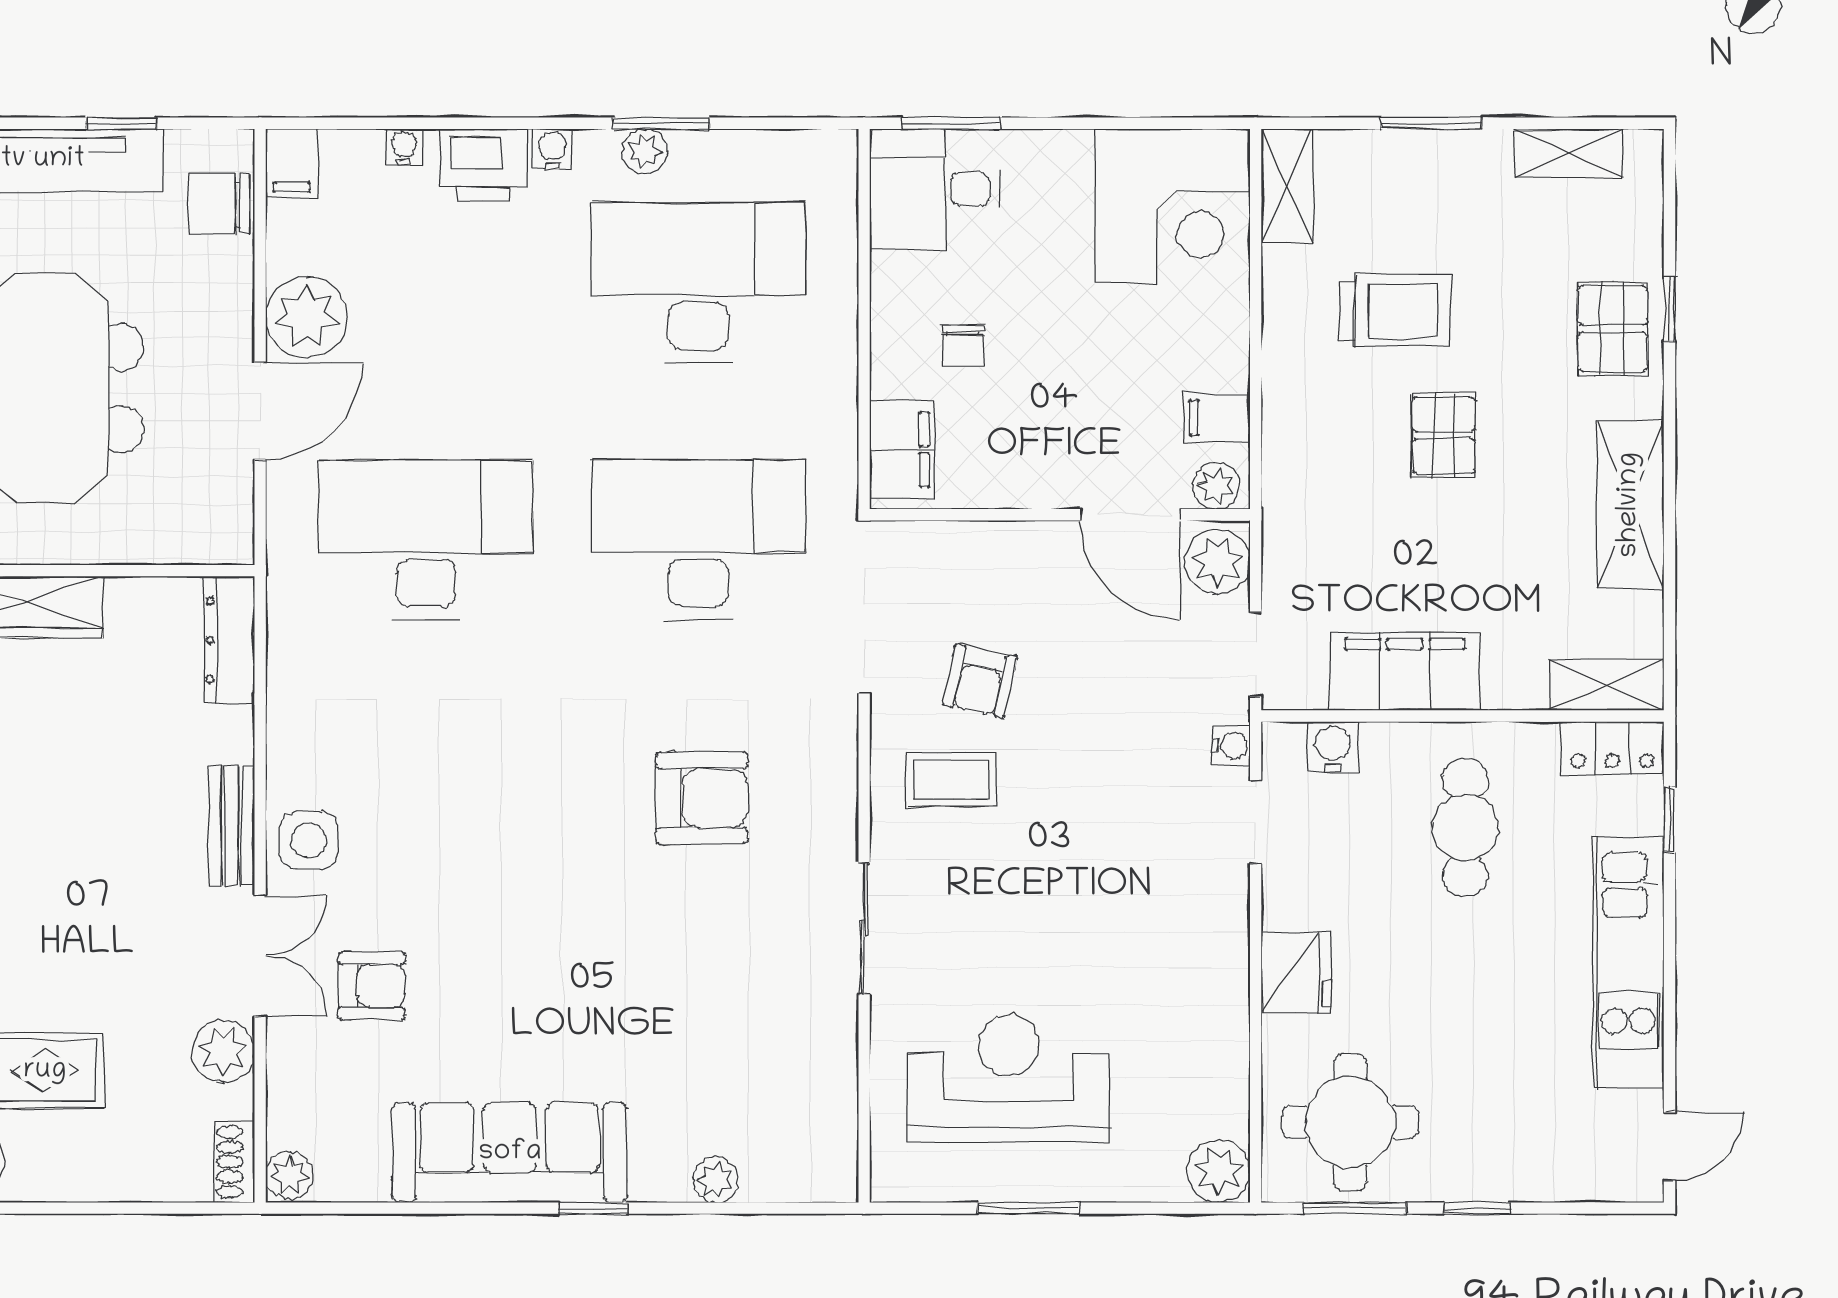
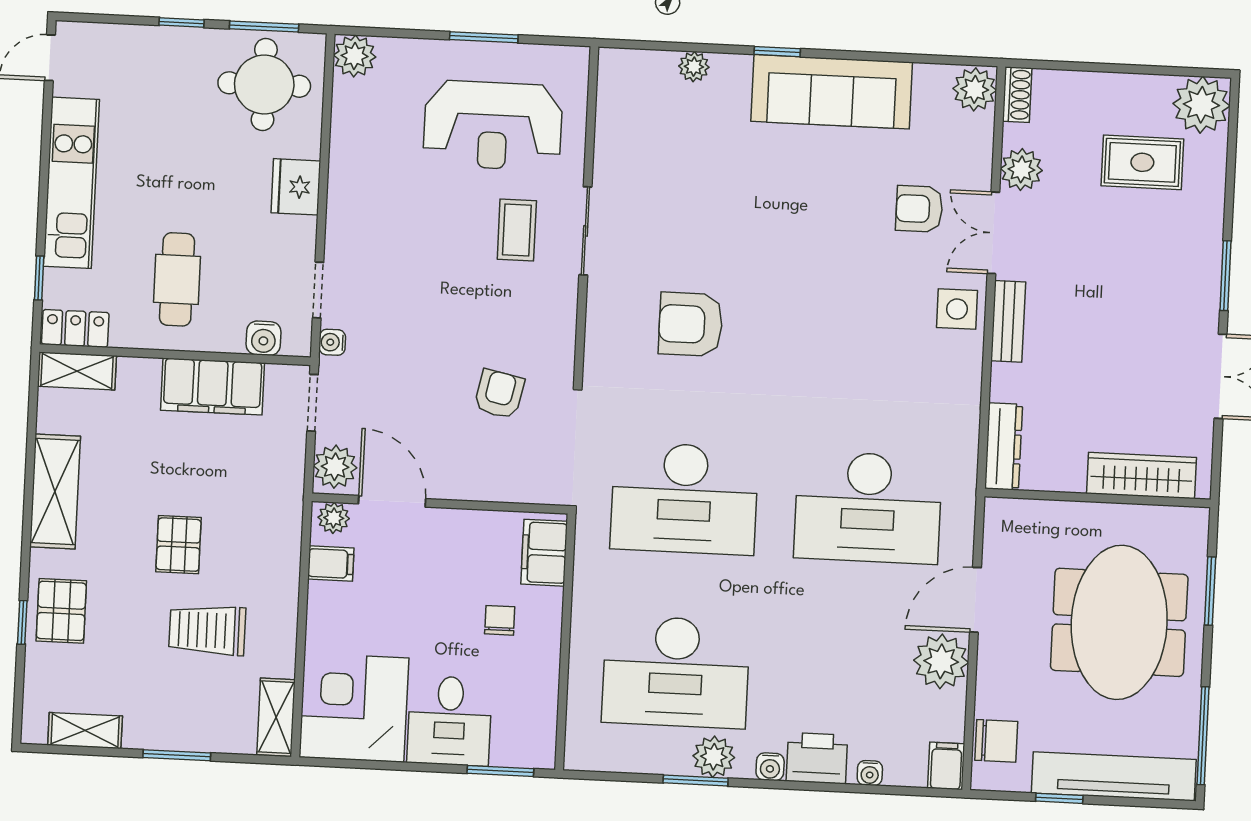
plant: (645, 151) -> (714, 757), width x1.38, depth x1.38
desk: (935, 189) -> (450, 721), moved, turned 90
coffee table: (952, 780) -> (517, 230), moved, turned 90
plant: (289, 1175) -> (975, 89), width x1.38, depth x1.38

